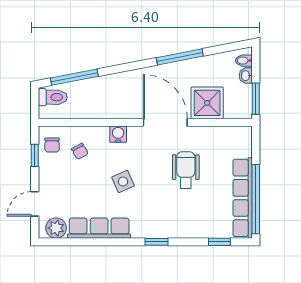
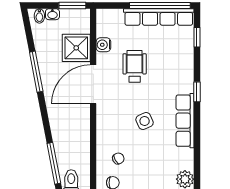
water cooler: (118, 134) -> (103, 45), moved
wheelchair: (186, 170) -> (135, 66), turned 90
row of seats: (99, 228) -> (185, 121), moved

